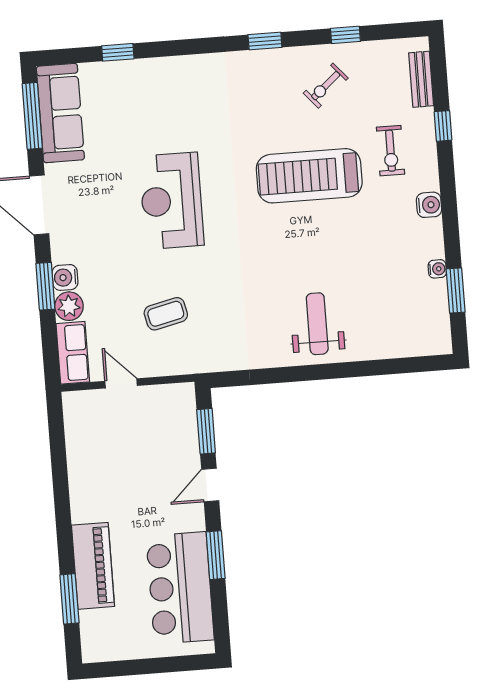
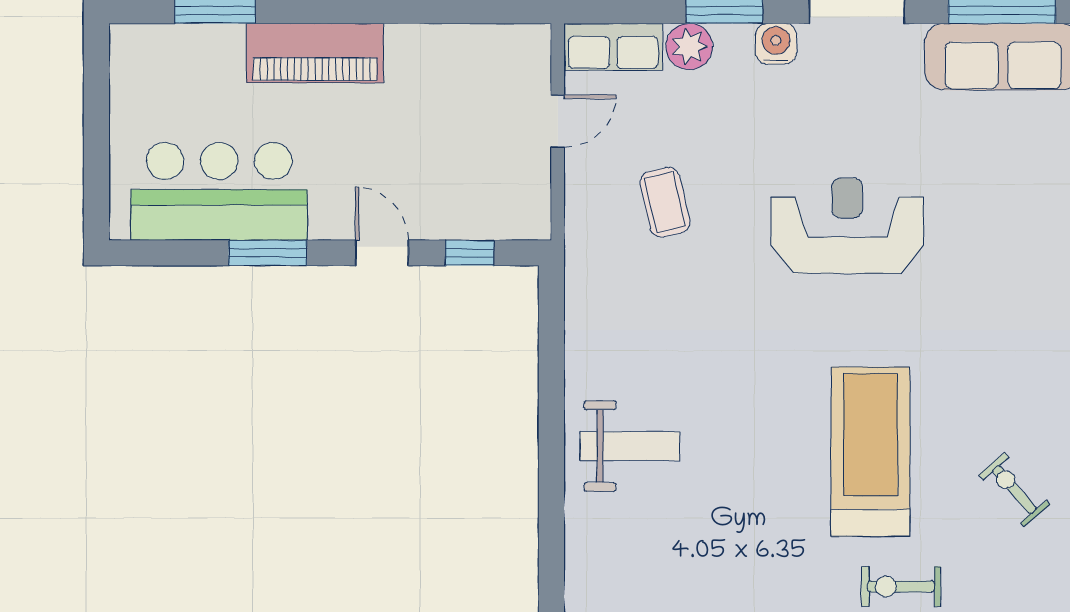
water cooler: (65, 277) -> (776, 44), moved
window: (206, 431) -> (470, 253), width x0.67
piano: (93, 566) -> (315, 53), moved

